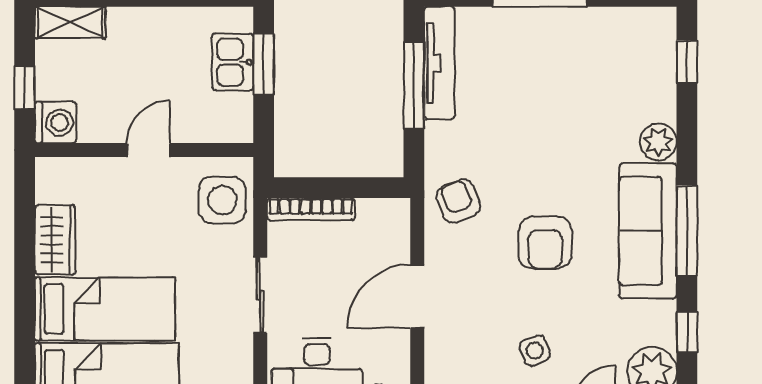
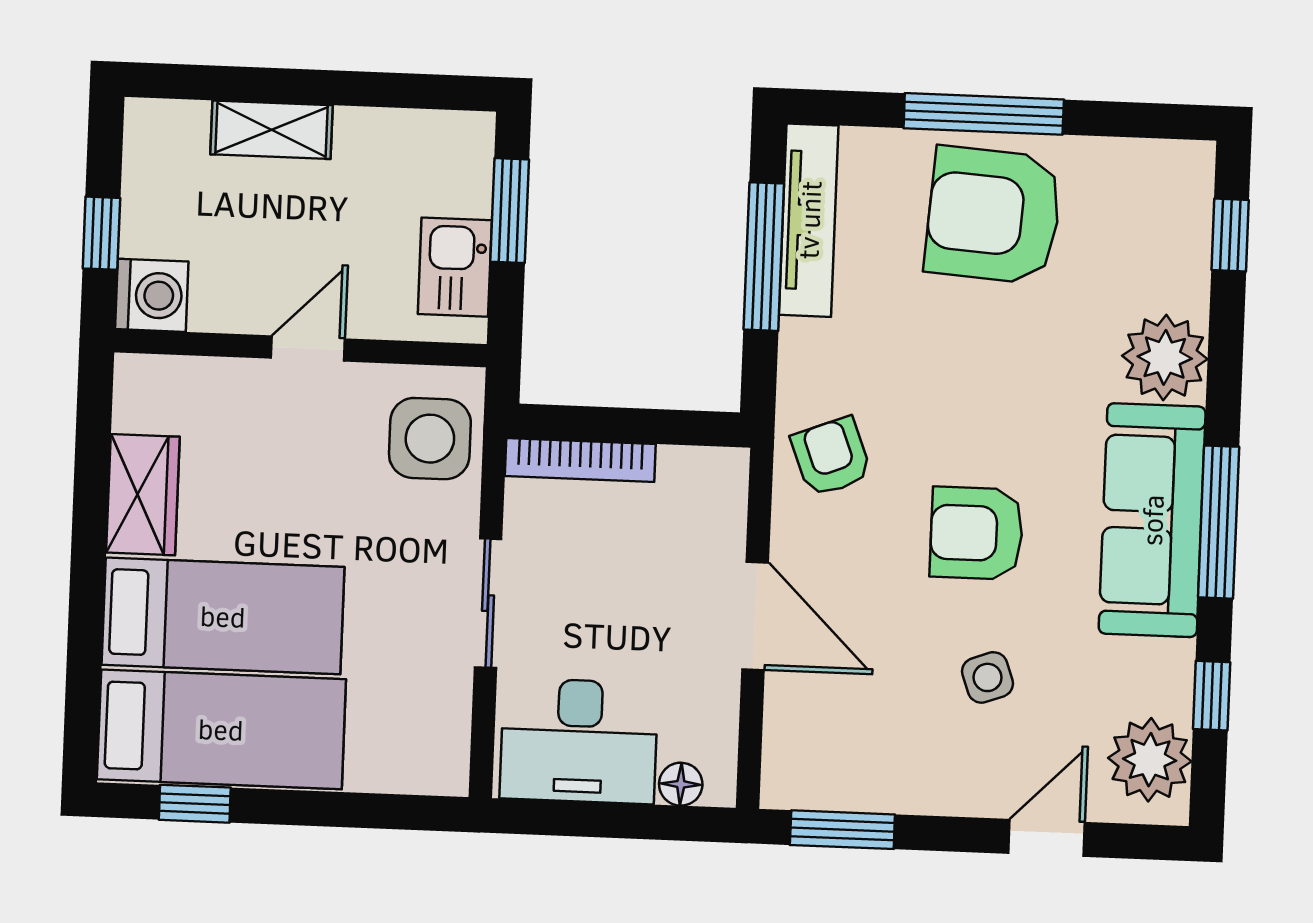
shelving: (70, 23) -> (272, 130), moved
armchair: (548, 56) -> (993, 215), added
kitchen sink: (233, 62) -> (455, 267), moved
plant: (658, 142) -> (1165, 357), width x1.36, depth x1.36
armchair: (545, 243) -> (976, 533), turned 90
door: (417, 296) -> (755, 616), swing flipped
side table: (535, 351) -> (988, 677), moved

